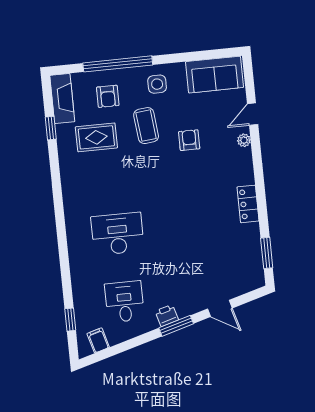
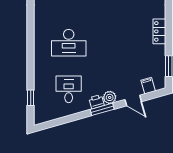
desk: (118, 234) -> (69, 43), turned 180
plant: (185, 307) -> (110, 97), added
filing cabinet: (98, 340) -> (148, 86), moved

